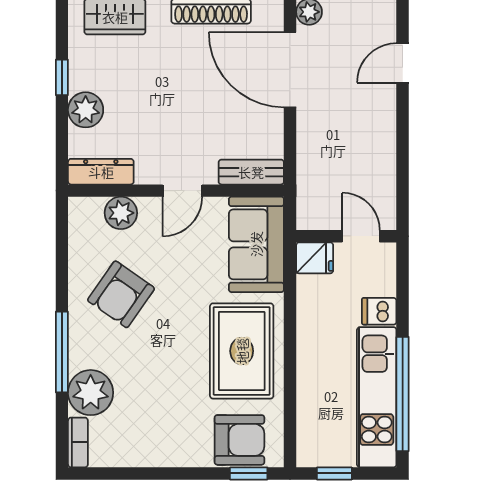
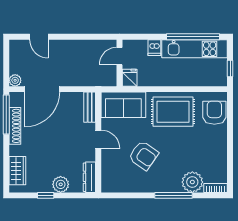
plant: (121, 213) -> (109, 168), removed
armchair: (121, 294) -> (143, 155), moved
window: (249, 473) -> (230, 108), removed

